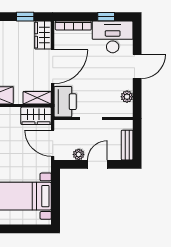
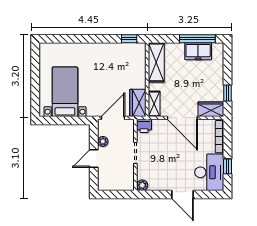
plant: (127, 97) -> (142, 185), moved
printer: (65, 102) -> (144, 126), width x0.53, depth x0.68
bench: (127, 145) -> (111, 185), removed
door: (97, 164) -> (94, 159), swing flipped

